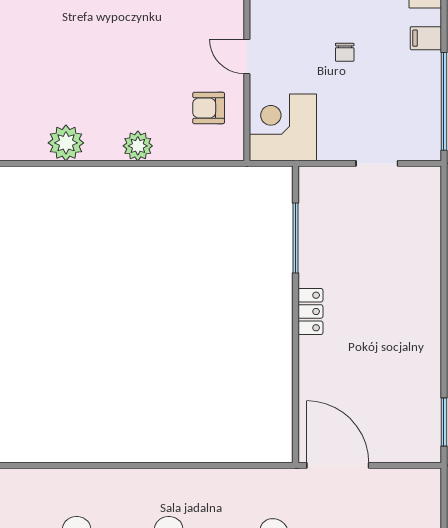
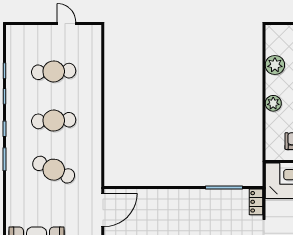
locker: (310, 311) -> (256, 202), moved, turned 90

